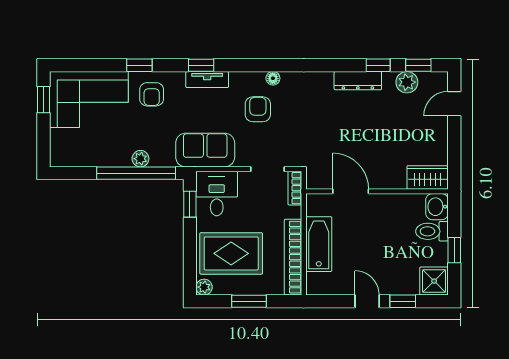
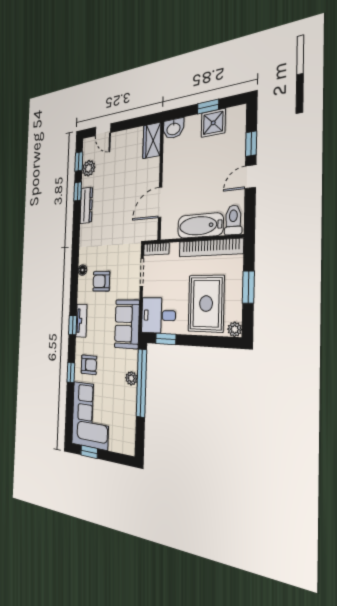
toilet: (432, 231) -> (233, 220), moved, turned 180
shower: (434, 281) -> (213, 123), moved

